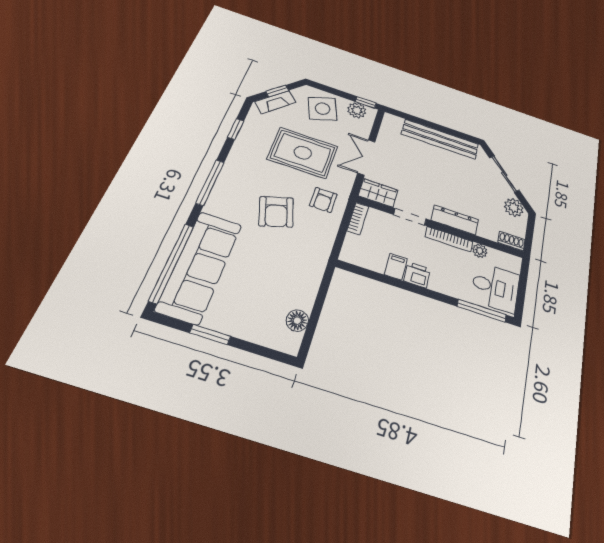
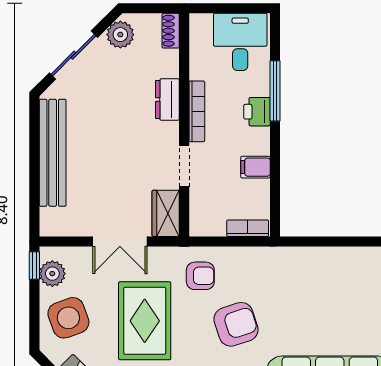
bookcase: (358, 219) -> (248, 228), moved
dresser: (455, 220) -> (167, 100), width x0.70
plant: (480, 251) -> (199, 69), removed
printer: (417, 275) -> (257, 112), moved
window: (482, 311) -> (275, 91), moved
floor lamp: (297, 321) -> (355, 258), removed

